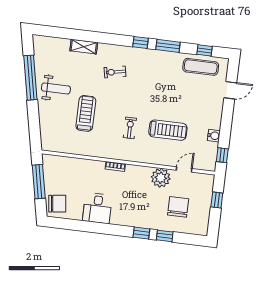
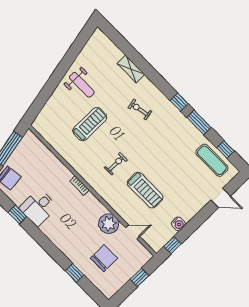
window: (30, 78) -> (68, 60), removed
window: (141, 233) -> (17, 214), moved

